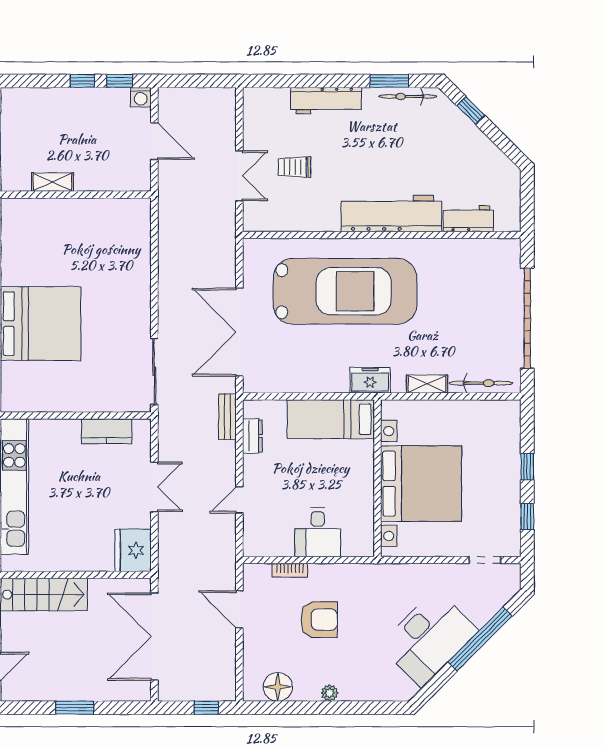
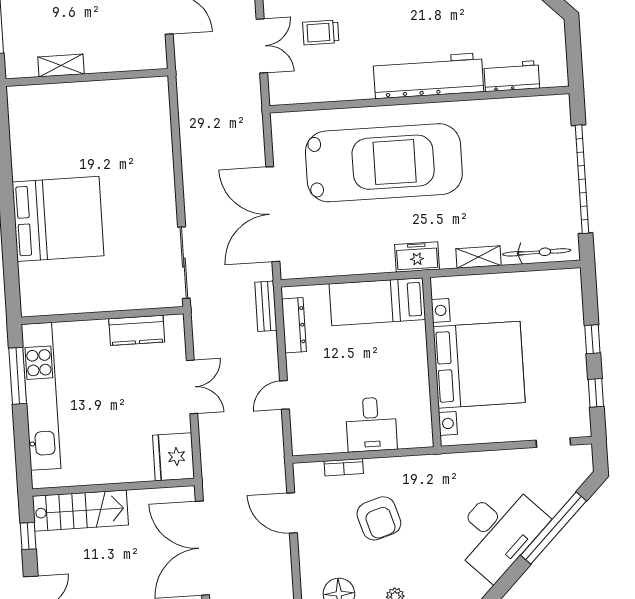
dresser: (252, 436) -> (294, 325), width x1.44
armchair: (319, 620) -> (379, 518), turned 73

